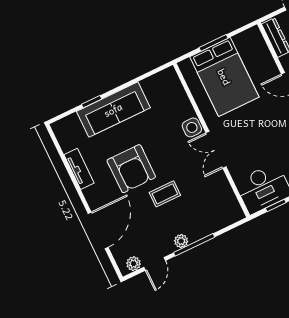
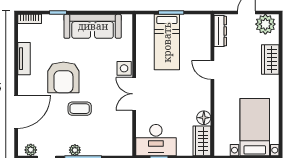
bed: (224, 77) -> (167, 42), width x0.67
sofa: (113, 110) -> (93, 26), moved
bookcase: (64, 123) -> (30, 19), added

